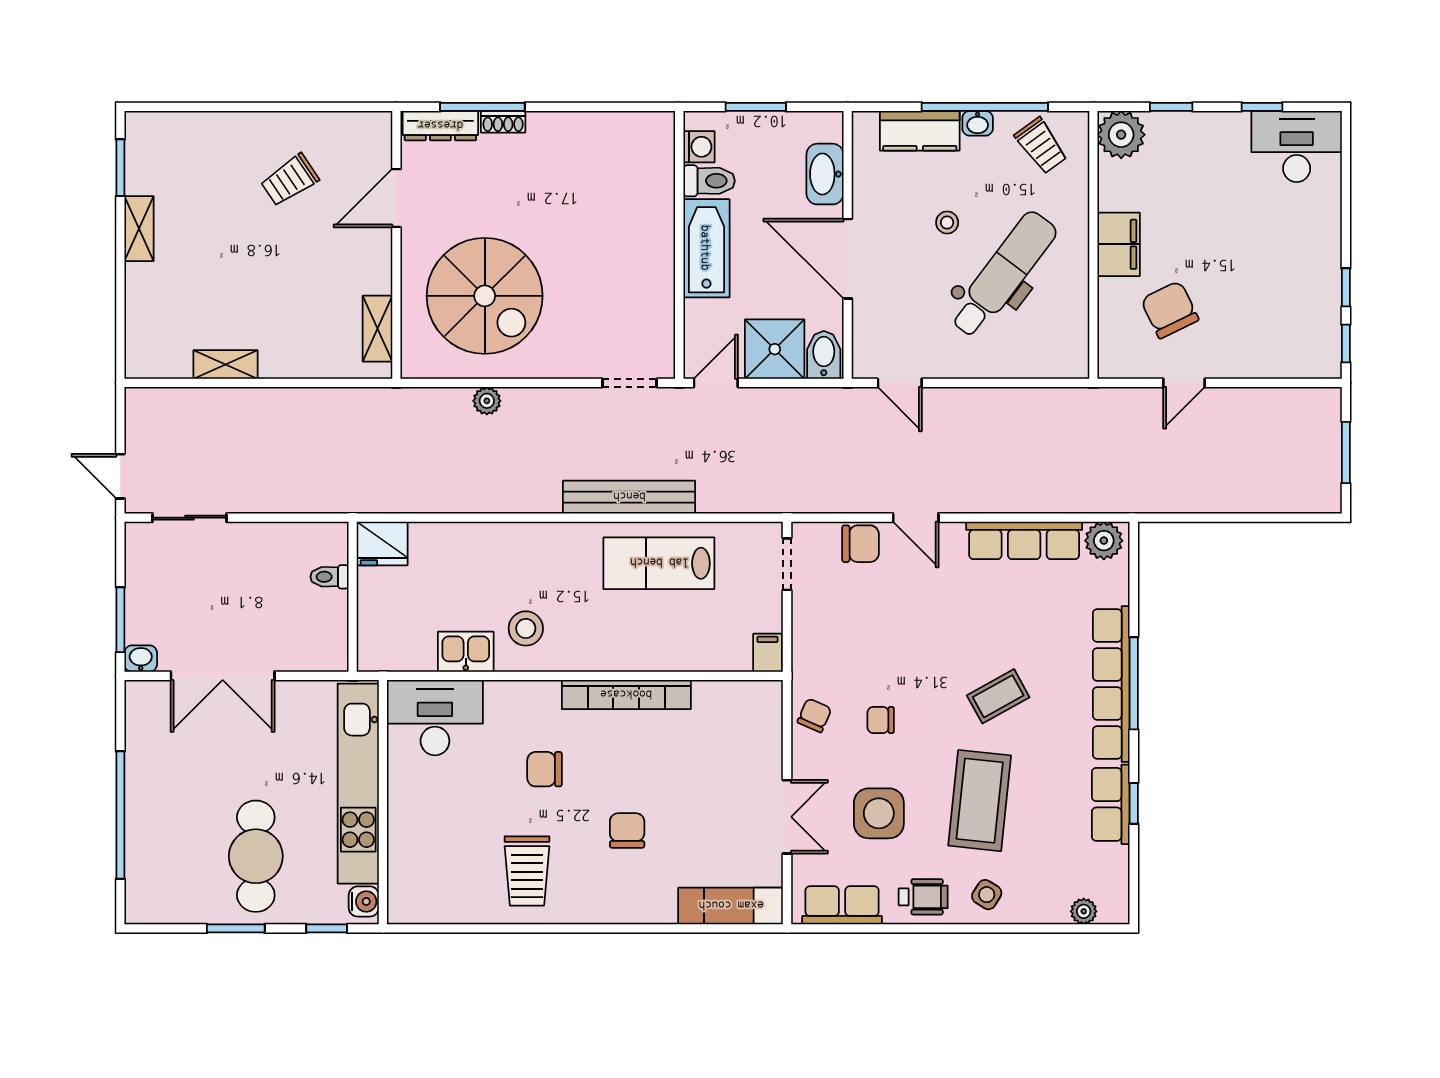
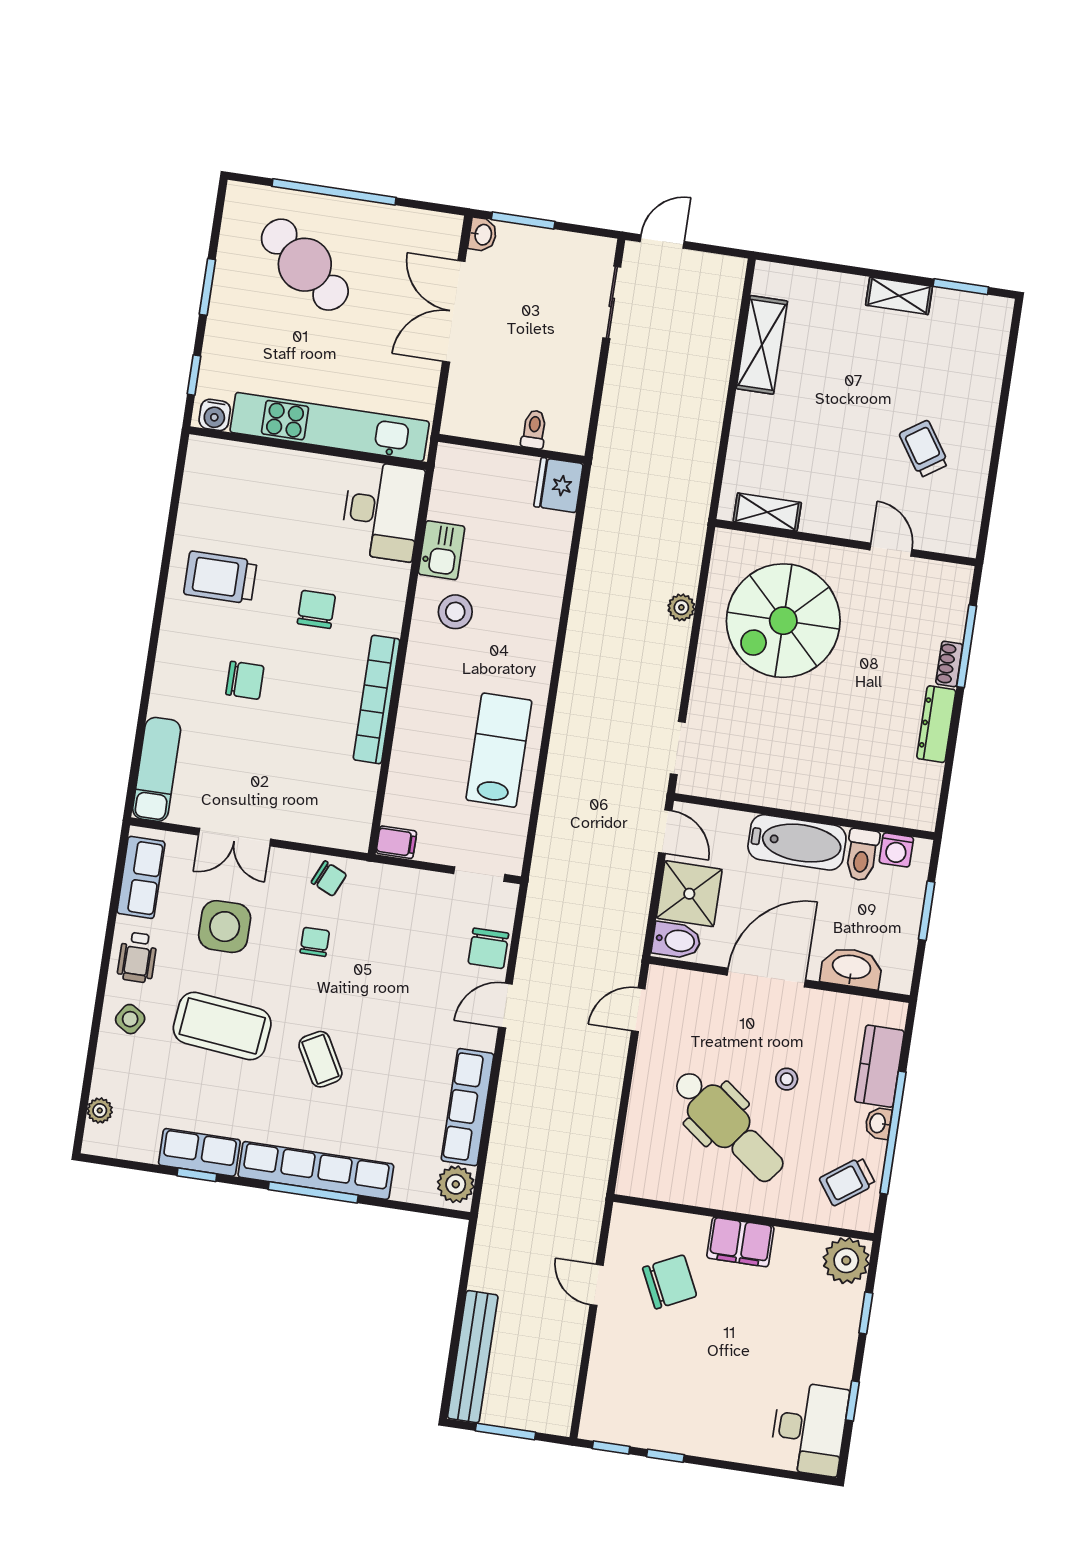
dresser: (440, 126) -> (936, 724), moved
door: (396, 198) -> (891, 550), width x0.73
shelving: (225, 364) -> (762, 345), width x1.50, depth x1.33
bench: (629, 497) -> (473, 1357), moved
cafe table: (256, 856) -> (305, 265), moved, turned 39

